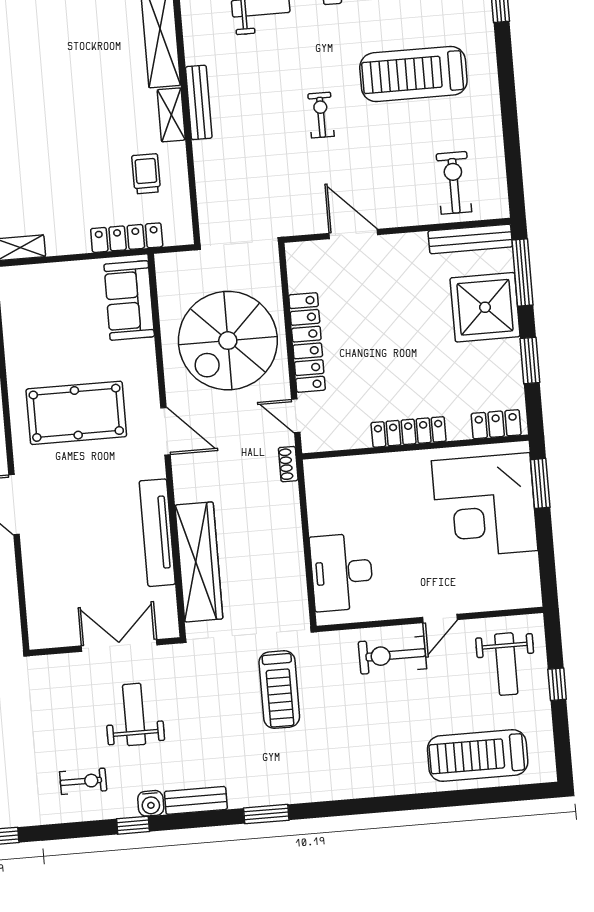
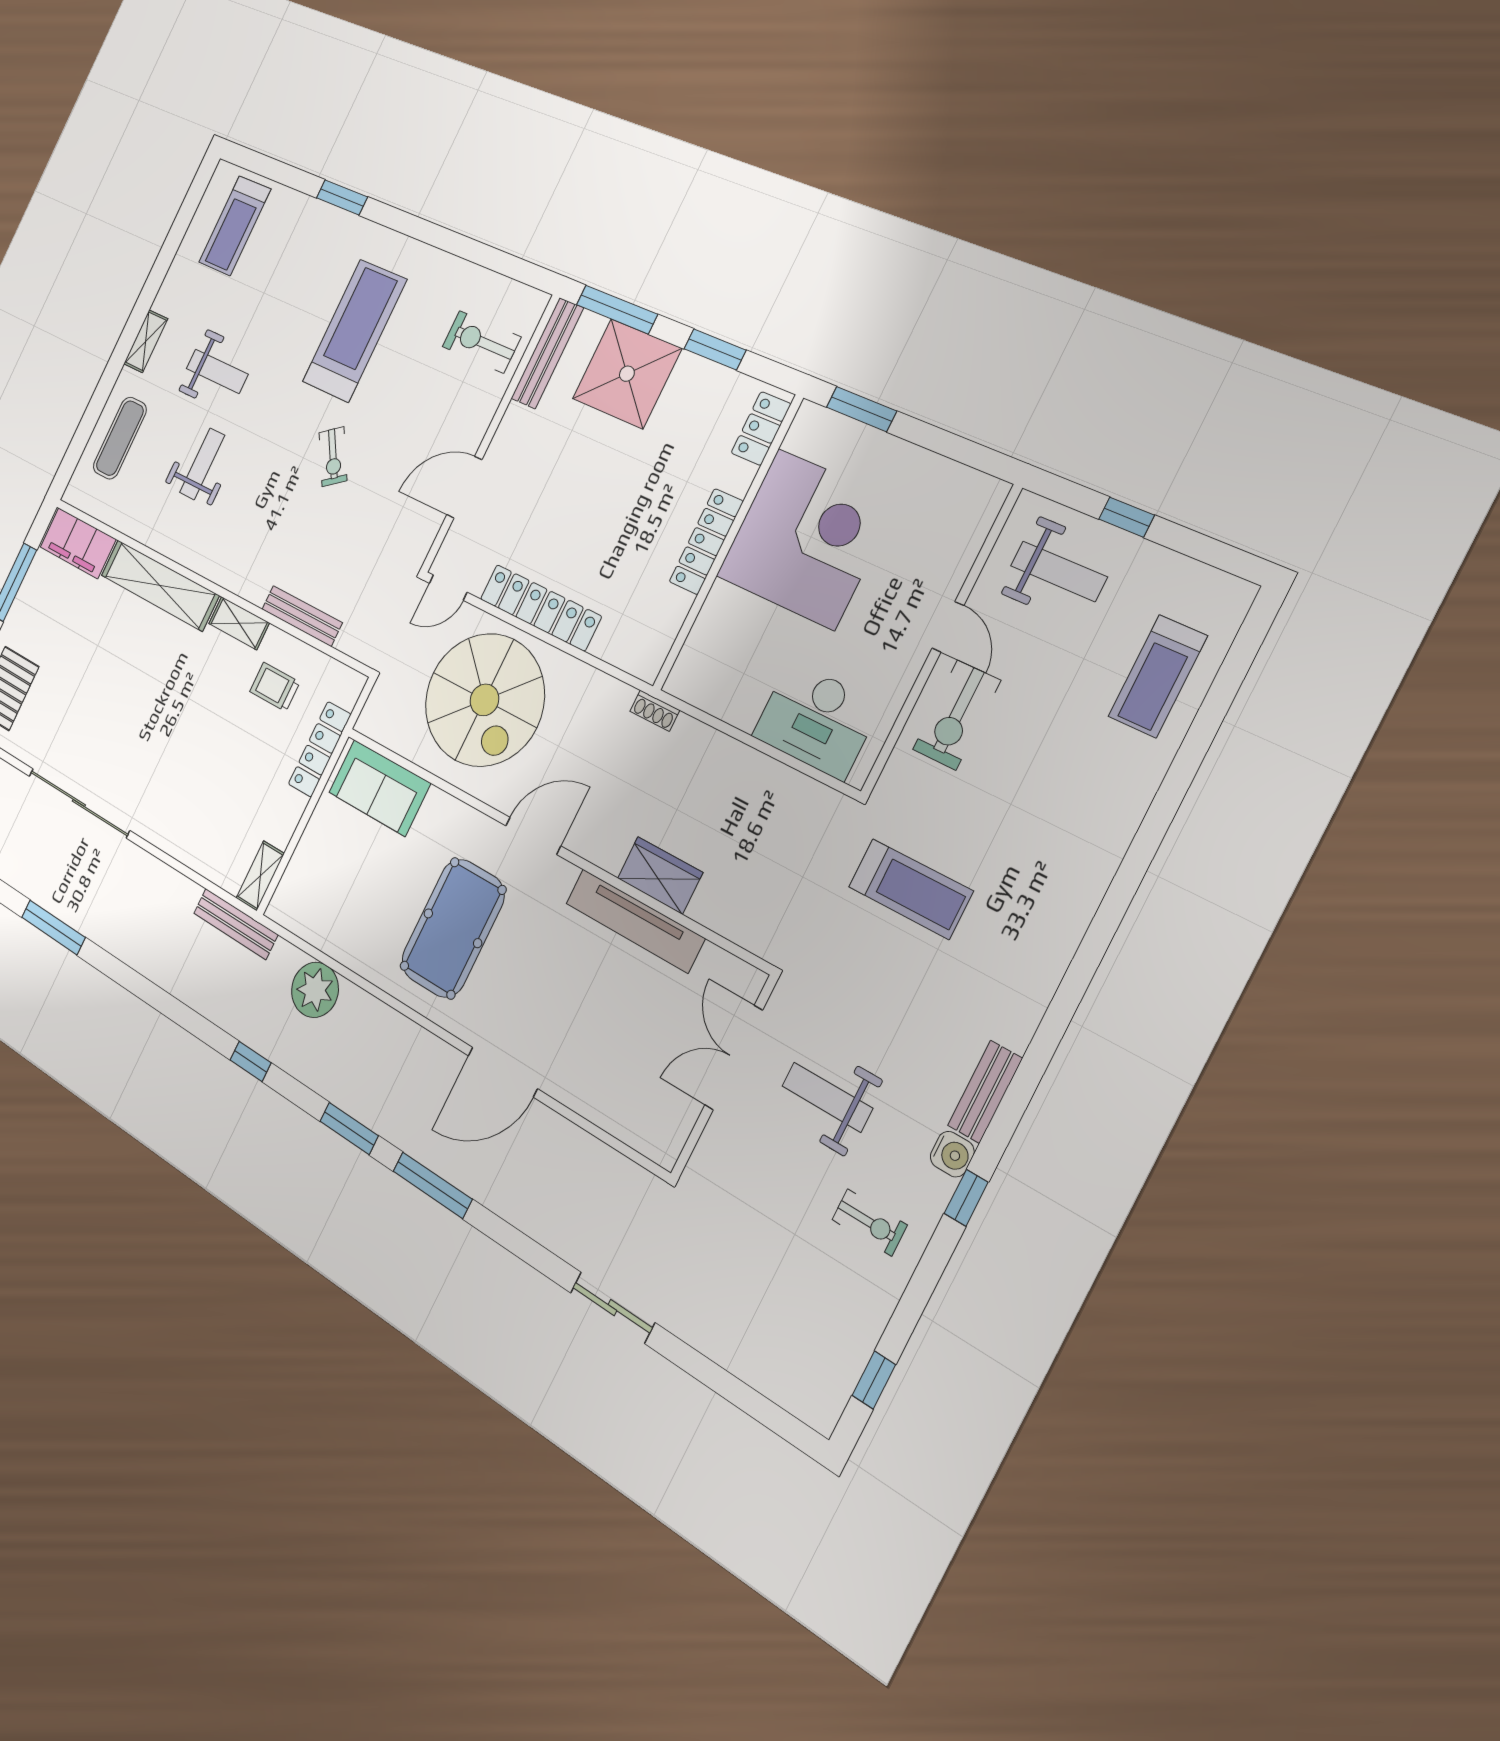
treadmill: (413, 74) -> (354, 331), turned 180
bench: (199, 102) -> (302, 616), moved
exercise bike: (321, 115) -> (333, 457), turned -124
door: (296, 416) -> (448, 588), moved
corner desk: (485, 506) -> (806, 539), moved, turned -90
wardrobe: (199, 562) -> (660, 875), width x0.48, depth x0.85
treadmill: (478, 755) -> (1158, 676), width x0.73, depth x0.73
exercise bike: (83, 781) -> (869, 1222), turned 90
window: (266, 814) -> (1061, 1010), removed

